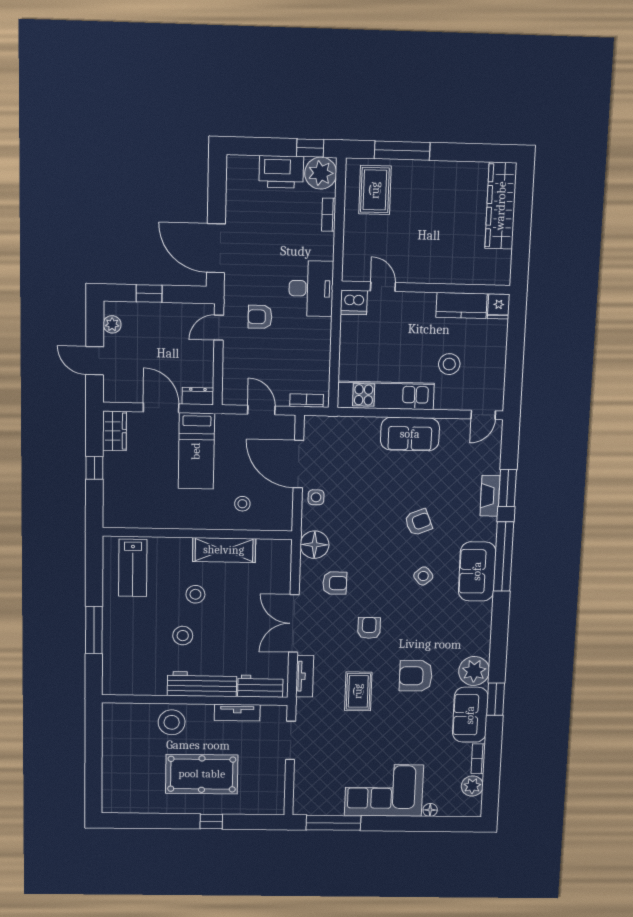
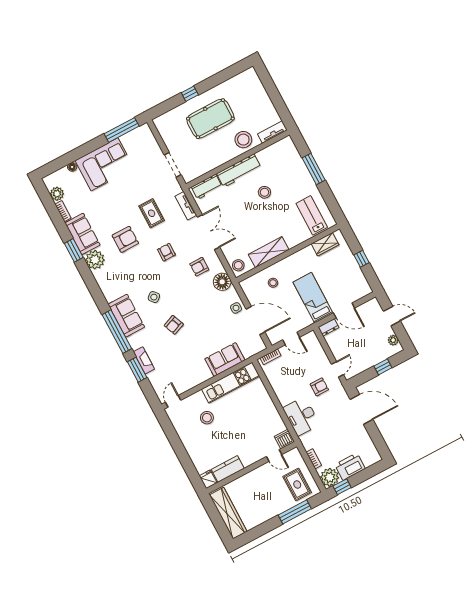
door: (383, 287) -> (274, 456), moved
wall: (426, 288) -> (252, 468), moved
dishwasher: (354, 302) -> (284, 439), moved
kitchen counter: (462, 305) -> (228, 469), moved
fridge: (499, 306) -> (208, 479), moved
wardrobe: (114, 431) -> (325, 244), moved, turned -90
sofa: (410, 434) -> (225, 359), moved
stool: (195, 594) -> (238, 265), moved
armchair: (369, 628) -> (166, 252), turned 180
tv unit: (237, 713) -> (272, 132), moved

